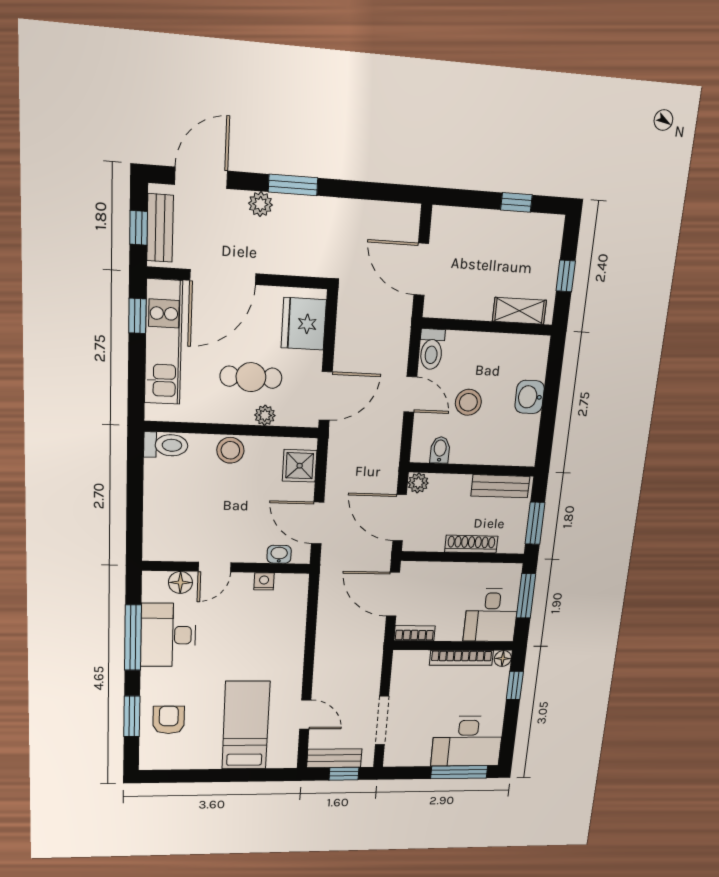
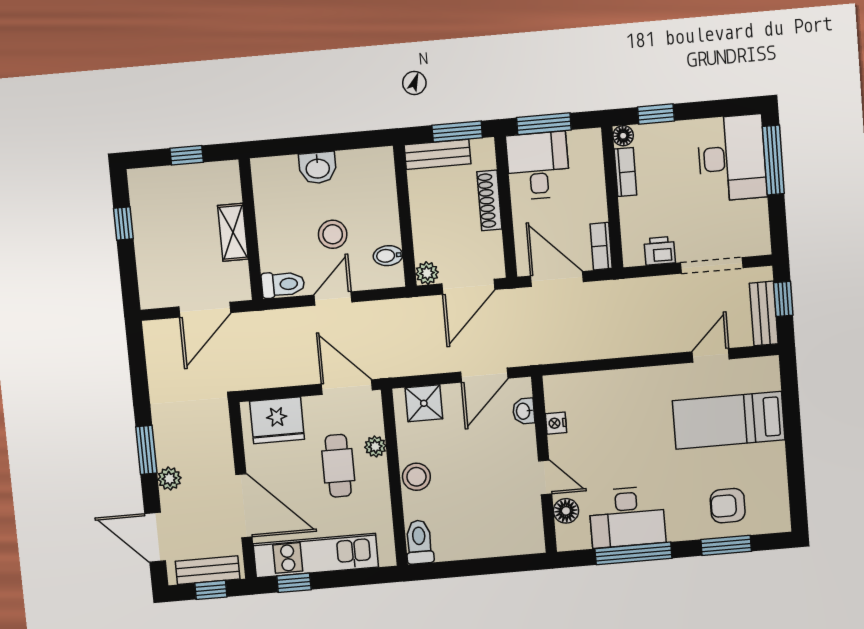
shelving: (519, 311) -> (233, 232), moved
bench: (500, 486) -> (438, 154), moved, turned 90
door: (393, 594) -> (557, 279), swing flipped
desk: (491, 615) -> (538, 166), moved, turned -90
bookcase: (461, 658) -> (625, 172), width x0.64
printer: (402, 680) -> (660, 251), added

